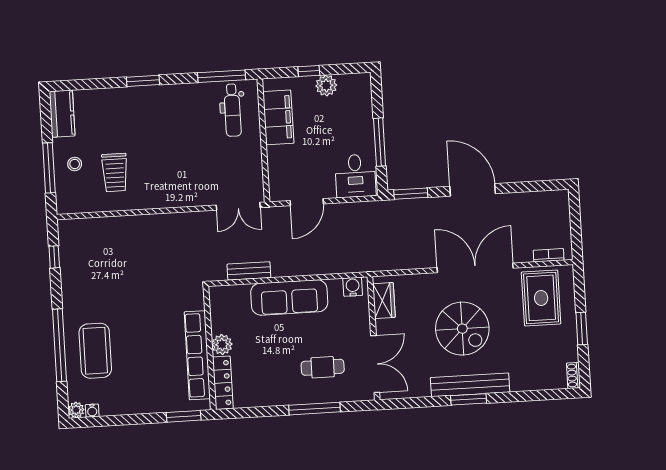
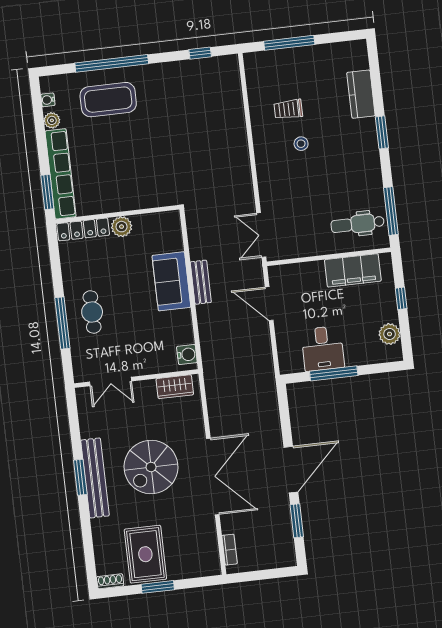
plant: (326, 85) -> (390, 334), moved
kitchen counter: (62, 114) -> (361, 94), moved, turned 90
stool: (75, 164) -> (301, 144), moved
trolley: (115, 173) -> (288, 109), width x0.73, depth x0.72
desk: (355, 176) -> (323, 348), moved, turned -90
window: (411, 194) -> (297, 521), moved
bench: (249, 271) -> (201, 282), moved
sofa: (289, 297) -> (171, 281), width x0.73
rug: (541, 298) -> (145, 554), moved, turned 90
row of seats: (197, 355) -> (61, 174), moved, turned 90
double door: (375, 364) -> (111, 381), width x0.73
cafe table: (323, 367) -> (92, 312), moved
plant: (76, 410) -> (52, 120), moved

